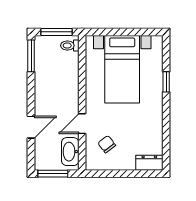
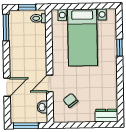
window: (56, 32) -> (27, 7), width x0.67
washbasin: (70, 152) -> (42, 107), width x0.52, depth x0.69

